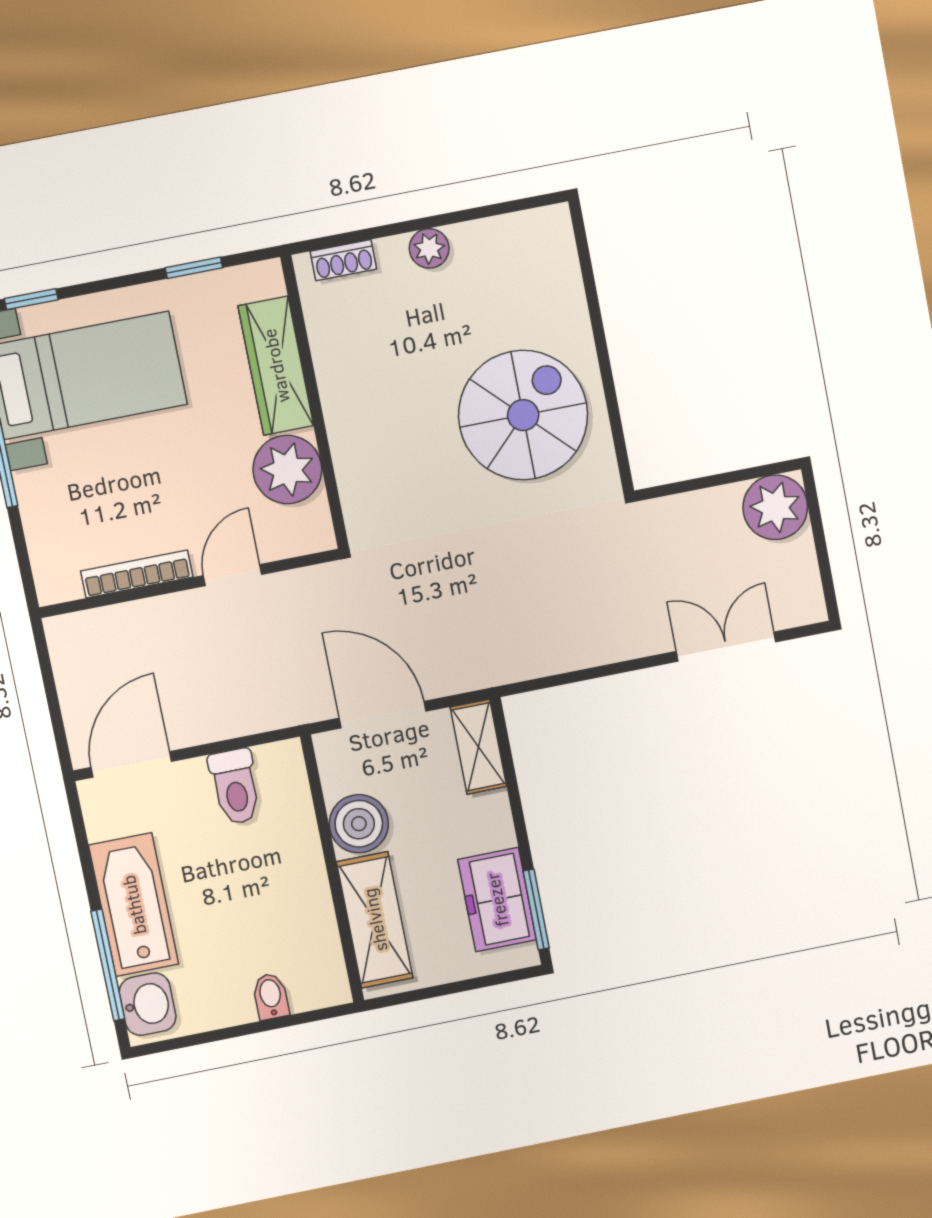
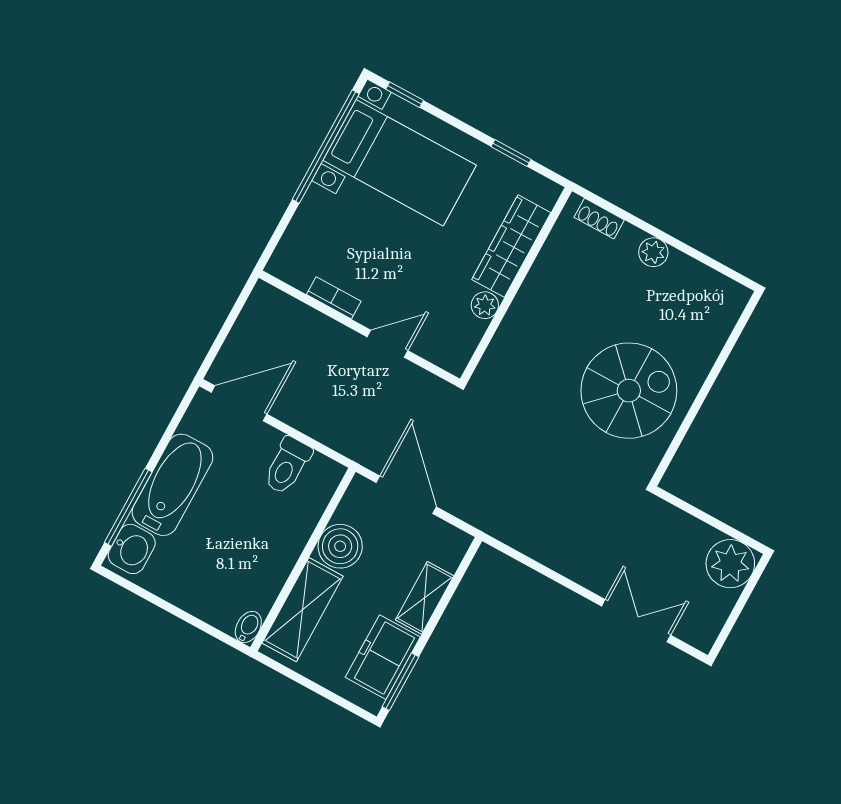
plant: (287, 470) -> (485, 305), width x0.53, depth x0.53
bookcase: (137, 574) -> (334, 298), width x0.64
shelving: (478, 747) -> (425, 598), moved
bidet: (271, 996) -> (248, 627), moved

